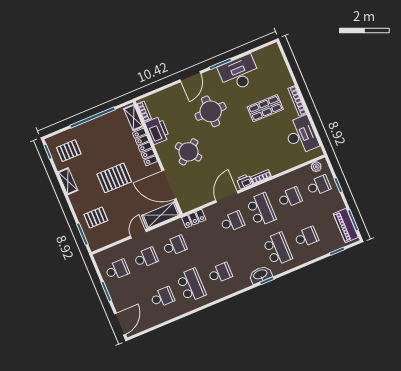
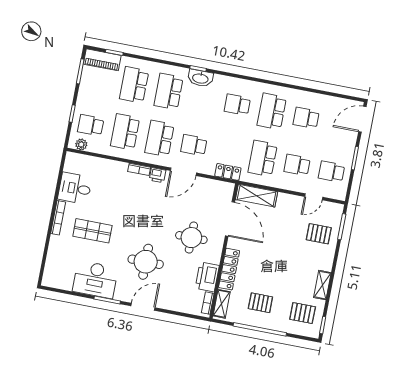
desk: (301, 135) -> (75, 188), width x0.73
round table: (189, 152) -> (191, 238), turned 37
pallet: (114, 178) -> (260, 303), moved, width x0.67, depth x0.71
school desk: (290, 198) -> (125, 132), width x1.85
piano: (346, 225) -> (102, 60), moved, turned 90
door: (138, 234) -> (314, 197), moved
school desk: (306, 237) -> (134, 85), width x1.85
school desk: (175, 246) -> (263, 158), width x1.85

